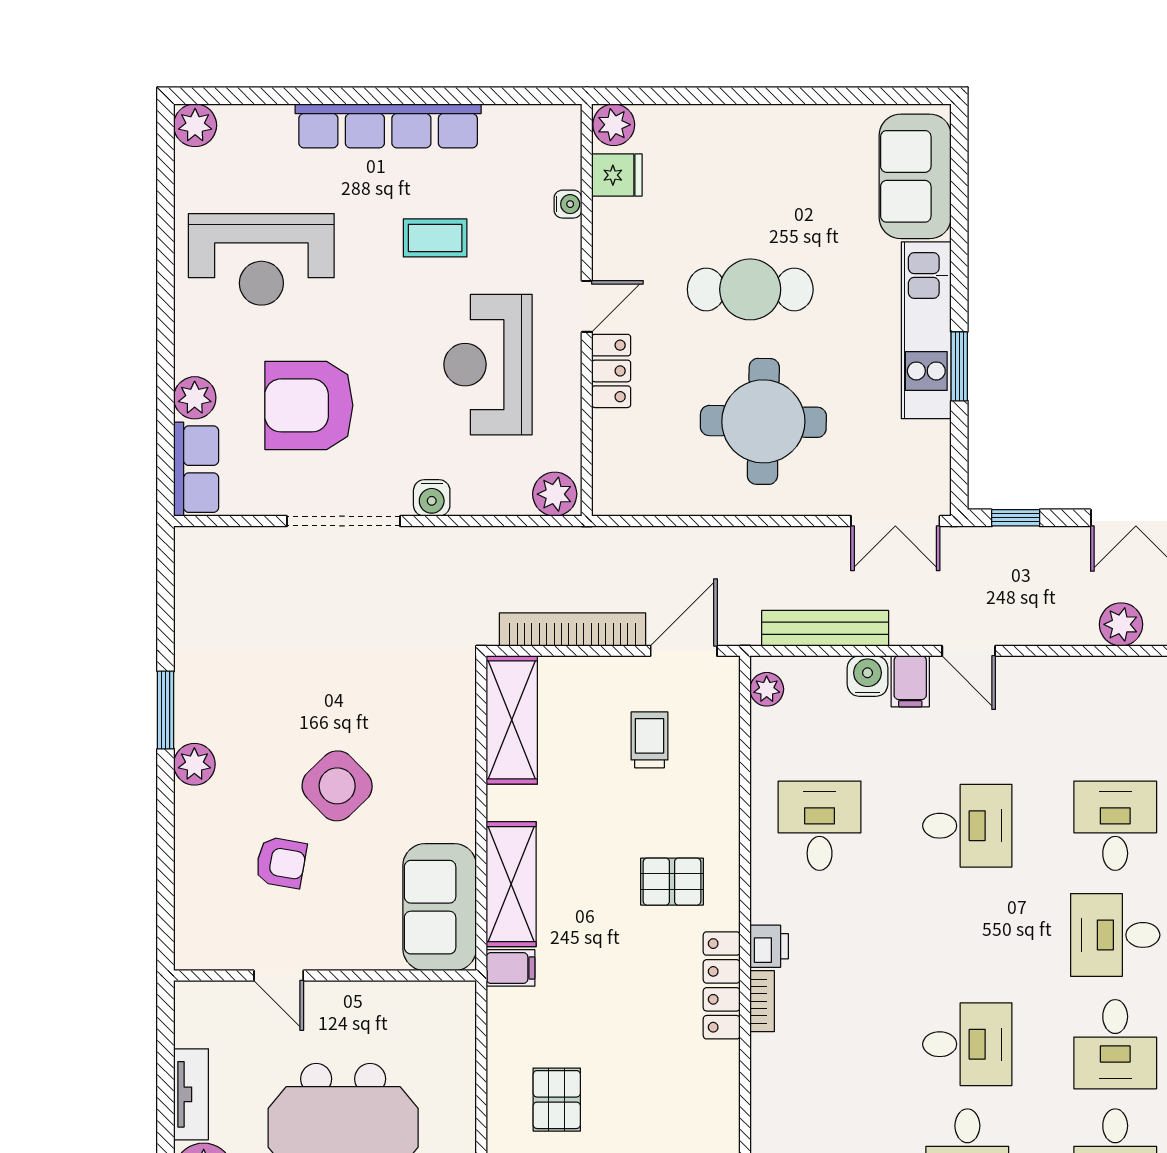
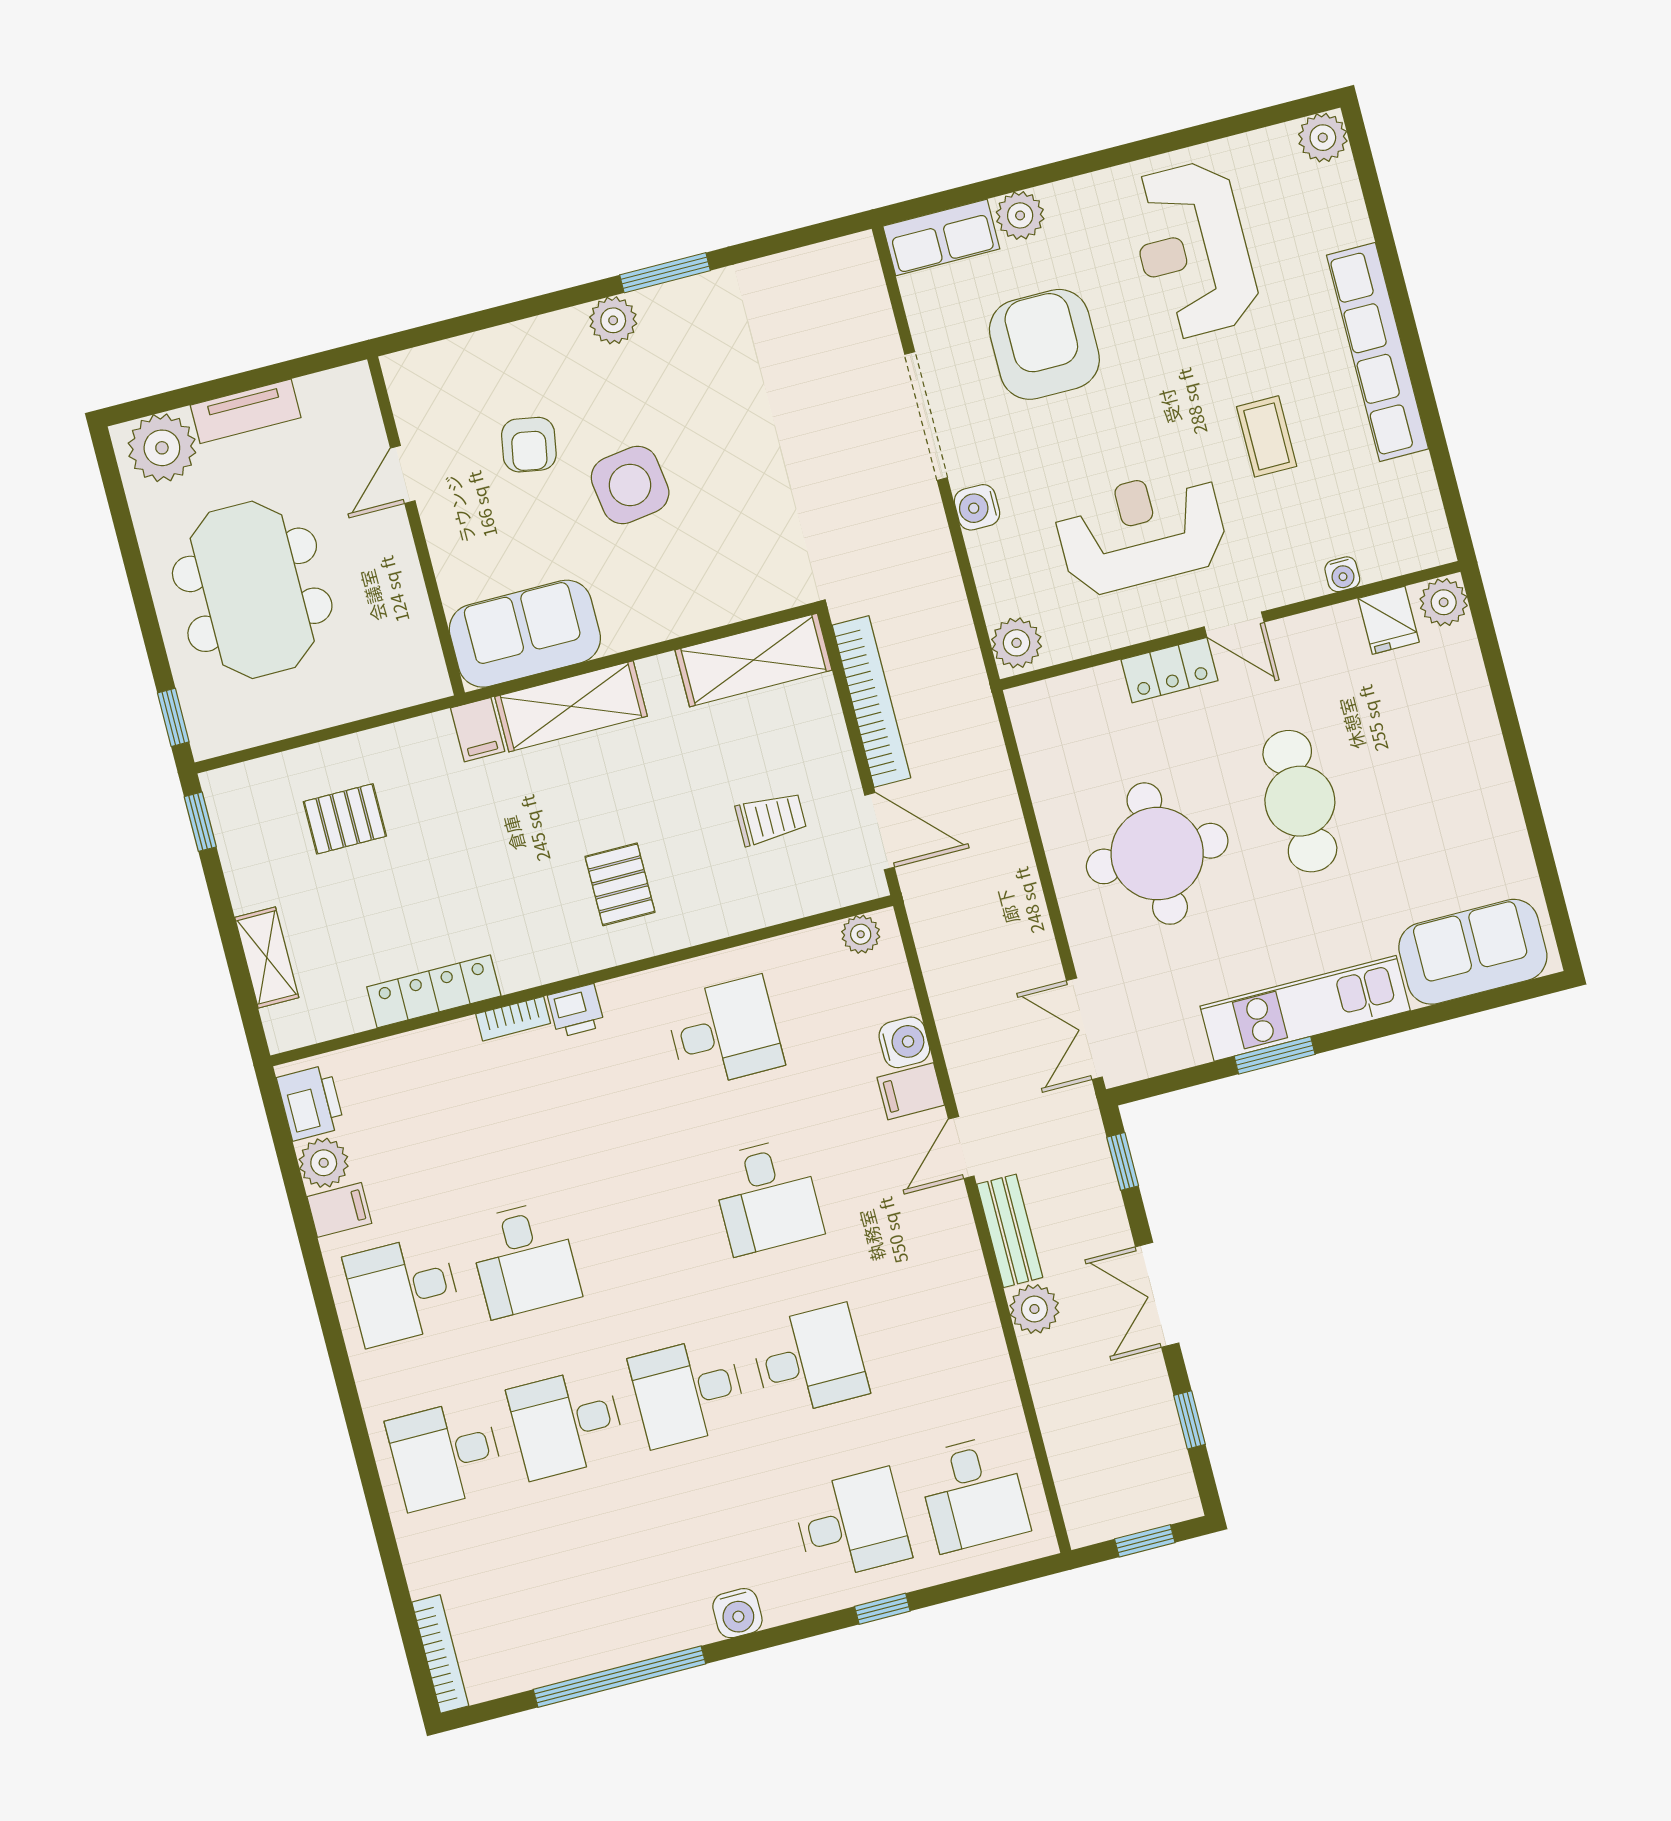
bench: (825, 628) -> (1010, 1231), moved, width x0.73
side table: (337, 786) -> (630, 485), turned 36
desk: (1115, 935) -> (688, 1392), turned -90
locker: (722, 985) -> (434, 991), moved

